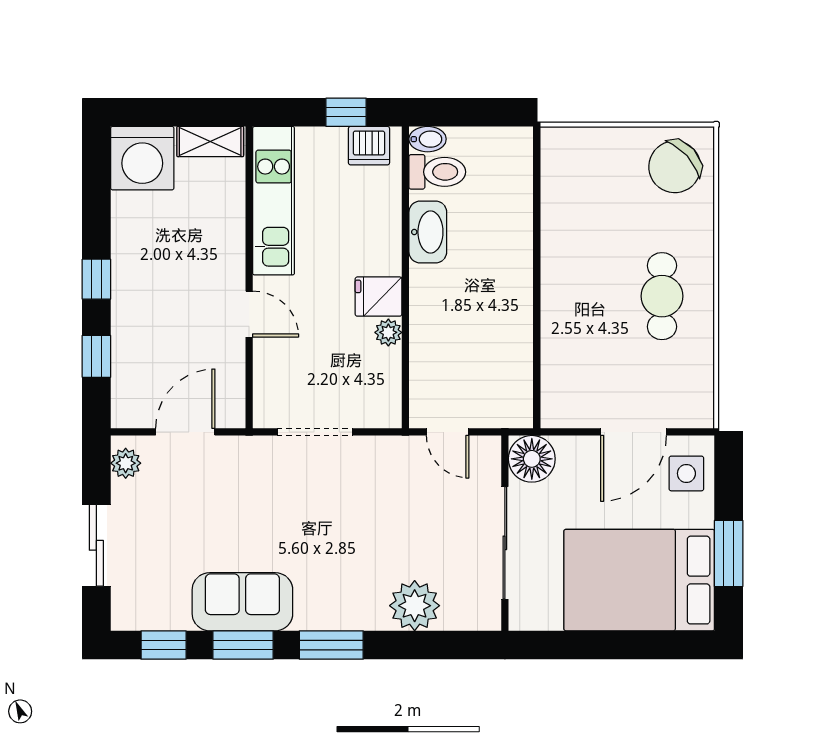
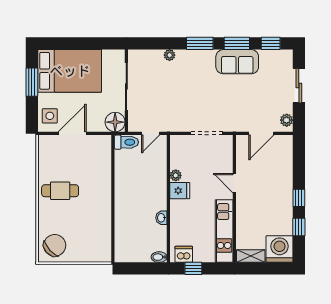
toilet: (437, 172) -> (126, 142), moved, turned 180
washbasin: (428, 232) -> (161, 218), width x0.52, depth x0.69
cafe table: (662, 296) -> (60, 191), turned 90
window: (96, 356) -> (299, 227), moved
door: (448, 432) -> (151, 133), swing flipped
plant: (415, 606) -> (170, 55), width x0.53, depth x0.53

